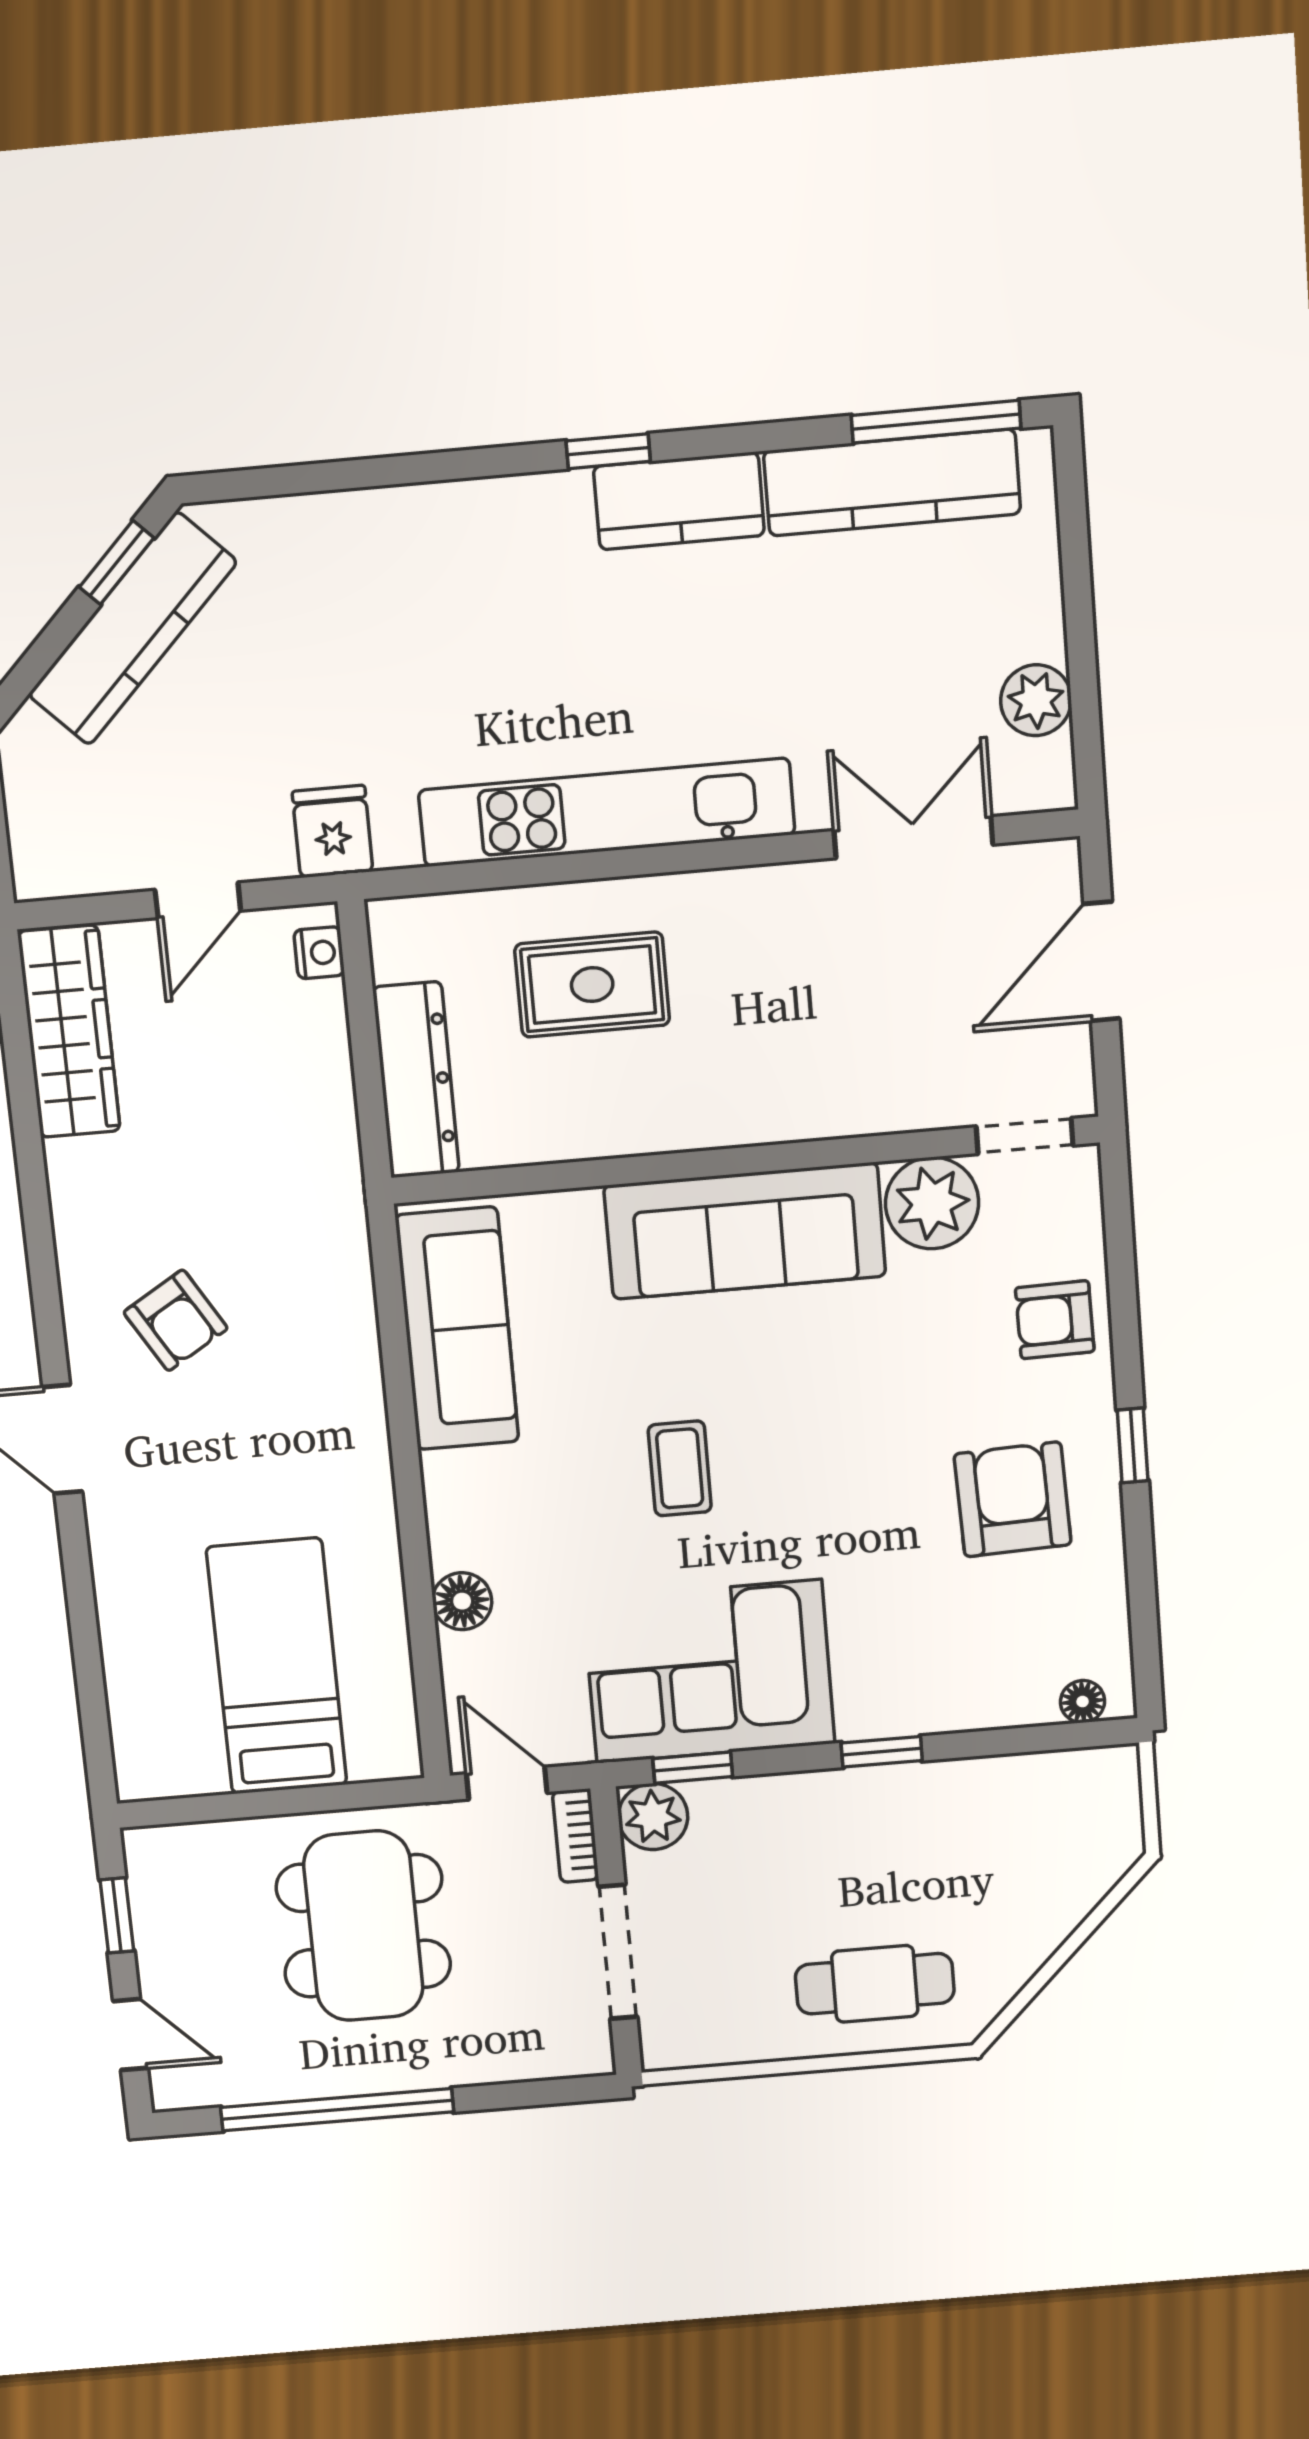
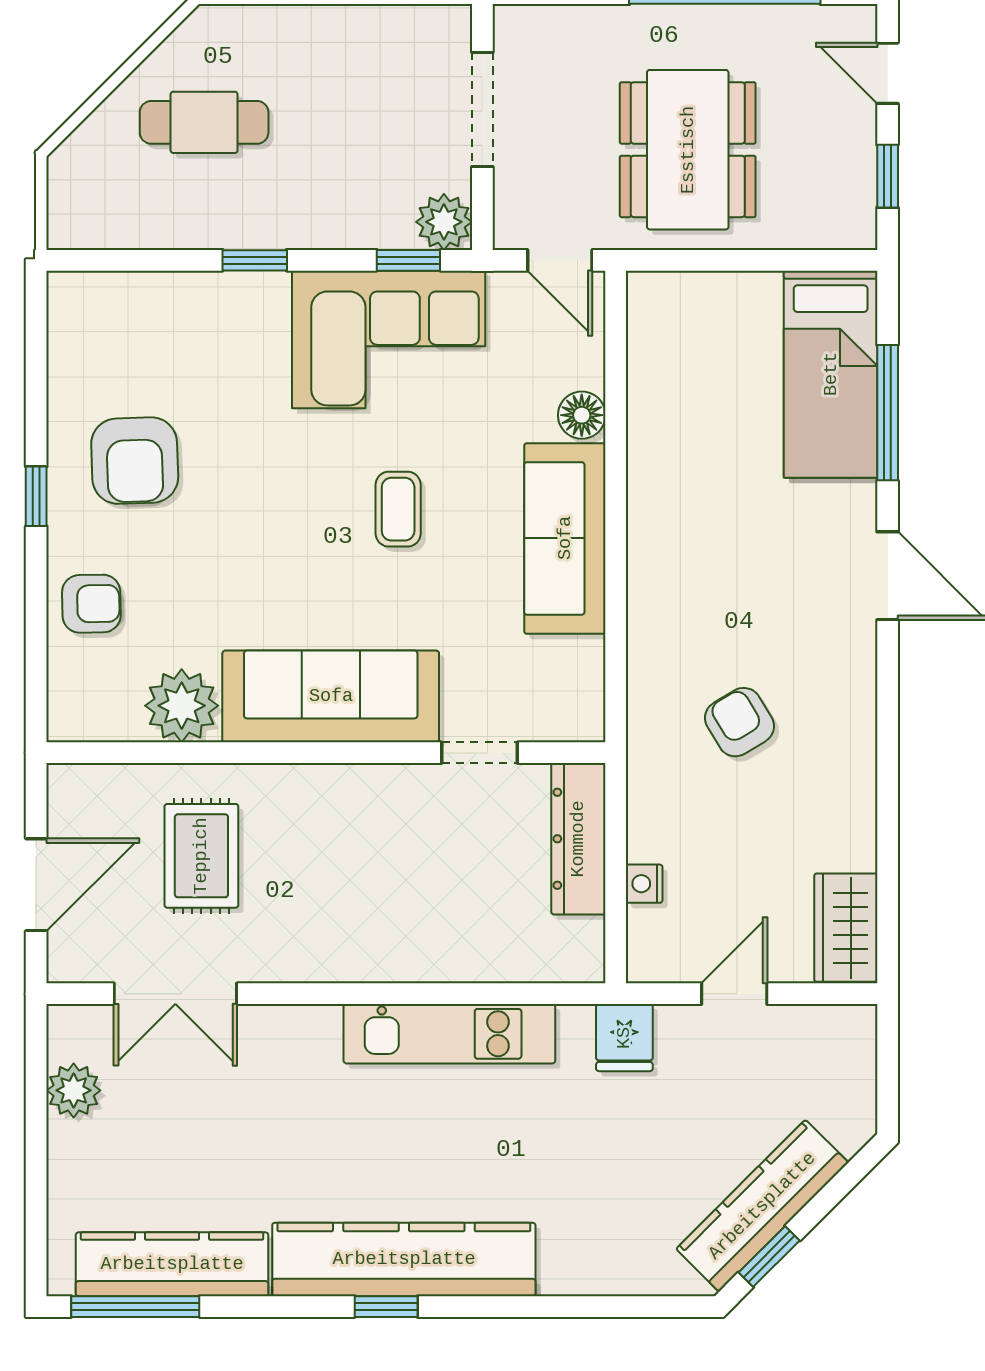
kitchen counter: (679, 501) -> (404, 1259), width x2.08, depth x1.17
kitchen unit: (607, 812) -> (449, 1034), width x0.73
nightstand: (319, 953) -> (644, 884), moved
rug: (592, 985) -> (201, 856), moved, turned 90
wardrobe: (69, 1032) -> (846, 928), width x0.67
doorway: (1025, 1136) -> (479, 753), moved
armchair: (176, 1320) -> (739, 722), moved
sofa: (457, 1329) -> (565, 538), moved
window: (85, 1636) -> (888, 413), added
bed: (277, 1666) -> (831, 374), moved
floor lamp: (1083, 1702) -> (90, 288), removed
bookcase: (576, 1836) -> (508, 211), removed
cafe table: (875, 1984) -> (204, 122), moved

